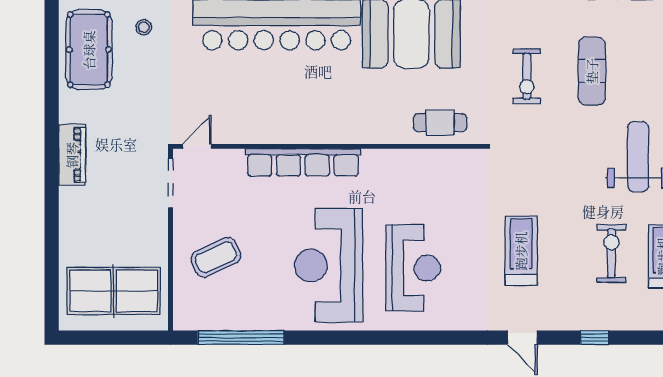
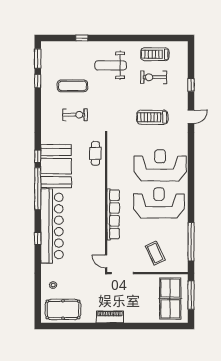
reception desk: (329, 265) -> (159, 203), turned 180
reception desk: (413, 268) -> (160, 165), width x1.36, depth x1.30
window: (121, 338) -> (191, 295), added

